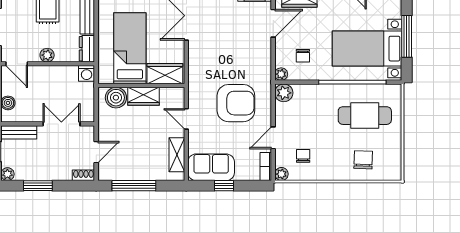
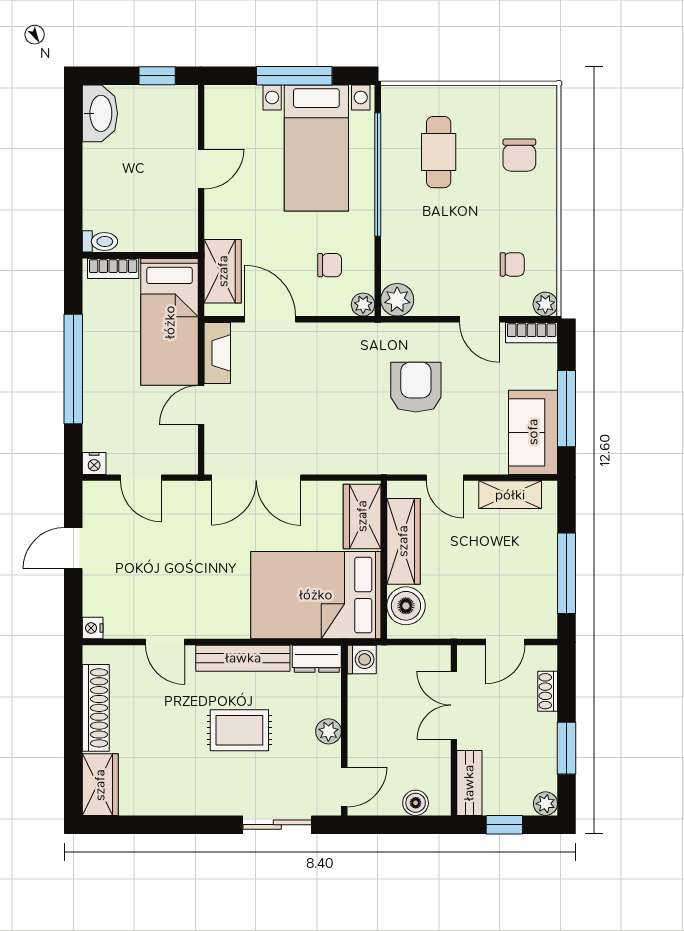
bed: (130, 48) -> (316, 595), width x1.50
wardrobe: (143, 96) -> (403, 541), width x1.50
armchair: (236, 103) -> (416, 387), width x0.73, depth x0.73
cafe table: (365, 116) -> (439, 152), width x0.73, depth x0.74
door: (186, 119) -> (445, 478), hinge flipped
door: (96, 152) -> (505, 642), swing flipped
chair: (303, 156) -> (512, 264), turned 180
chair: (363, 160) -> (519, 155), turned -92
shoe rack: (83, 175) -> (548, 691), moved
window: (224, 186) -> (566, 409), width x2.17

